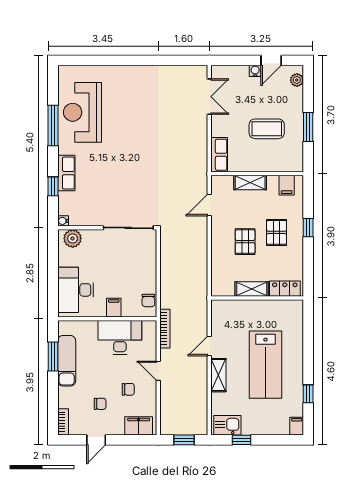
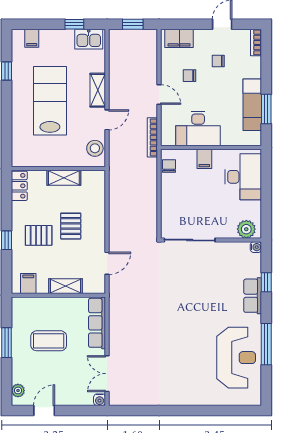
water cooler: (255, 71) -> (100, 400), moved
row of seats: (219, 155) -> (97, 323), width x1.48
pallet: (277, 232) -> (39, 235), turned 90
locker: (285, 289) -> (19, 186), moved, turned -90
stool: (221, 318) -> (95, 148), added
filing cabinet: (297, 426) -> (32, 38), moved

